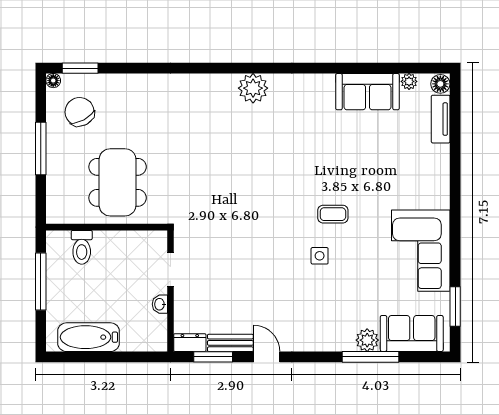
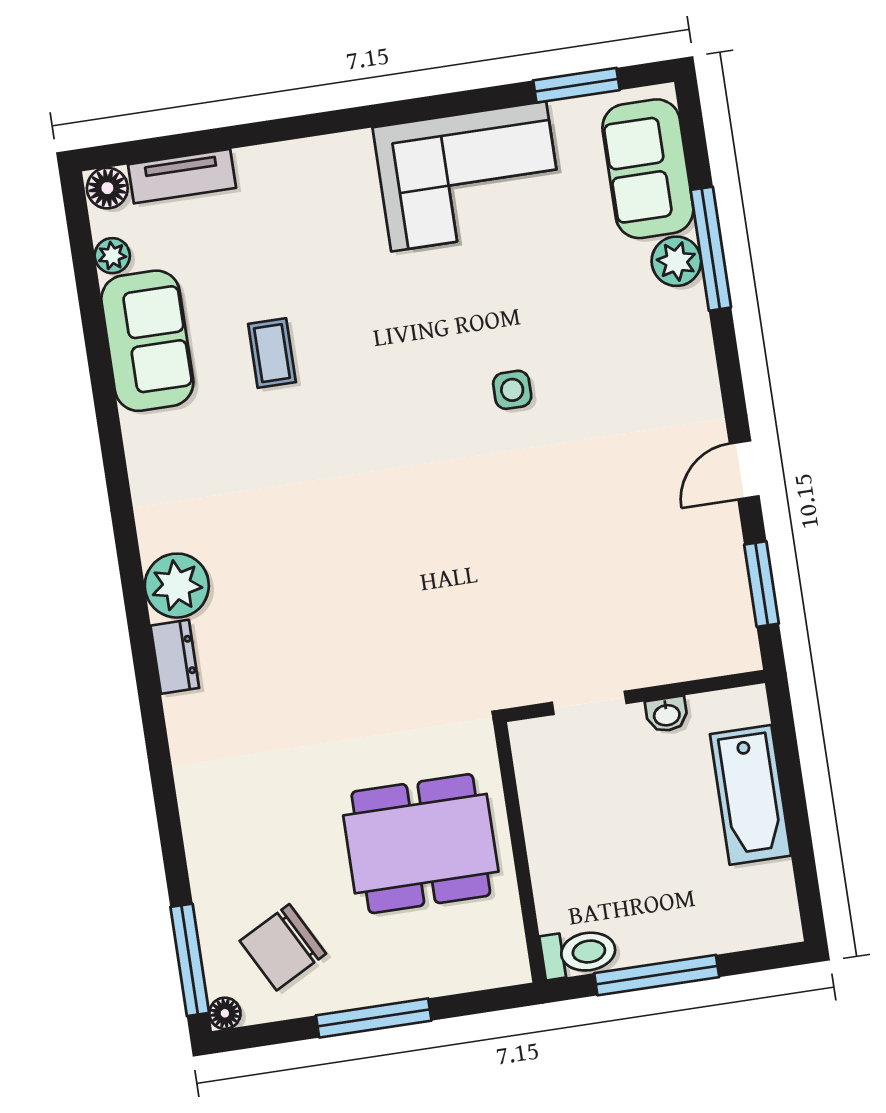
window: (80, 68) -> (190, 960), width x1.44
coffee table: (333, 214) -> (272, 353), moved
toilet: (82, 247) -> (579, 953), moved
bathtub: (89, 337) -> (751, 795), moved
dresser: (190, 343) -> (175, 657), moved, turned 180
bench: (230, 343) -> (726, 552), removed

